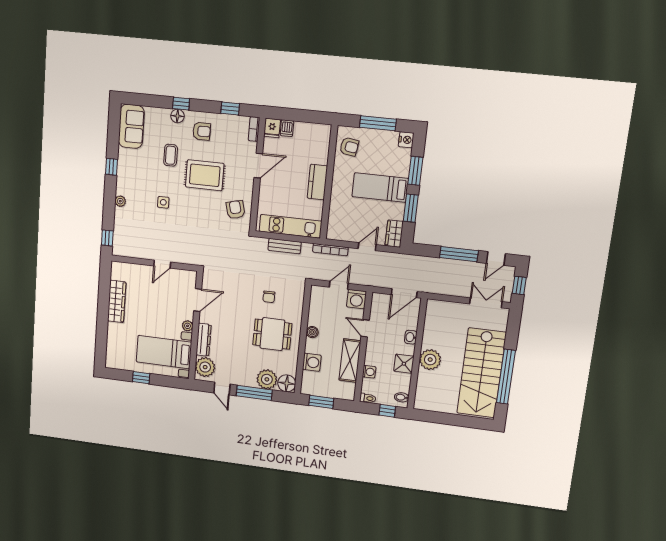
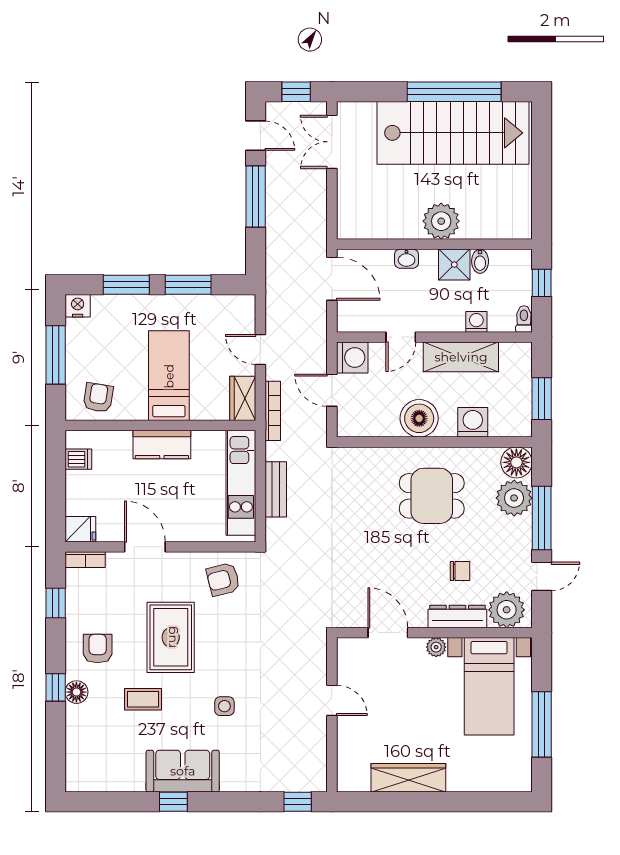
sofa: (131, 126) -> (183, 771), moved
dishwasher: (287, 128) -> (78, 459), moved
bed: (380, 188) -> (169, 376), moved, turned 180
plant: (120, 201) -> (231, 783), removed
wardrobe: (394, 234) -> (243, 398), moved, turned 90
chair: (269, 297) -> (460, 571), moved
boiler: (312, 332) -> (419, 418), width x1.86, depth x1.86
dining table: (272, 334) -> (432, 496), turned 90
window: (141, 378) -> (542, 724), width x2.17
bidet: (402, 397) -> (480, 261), moved

